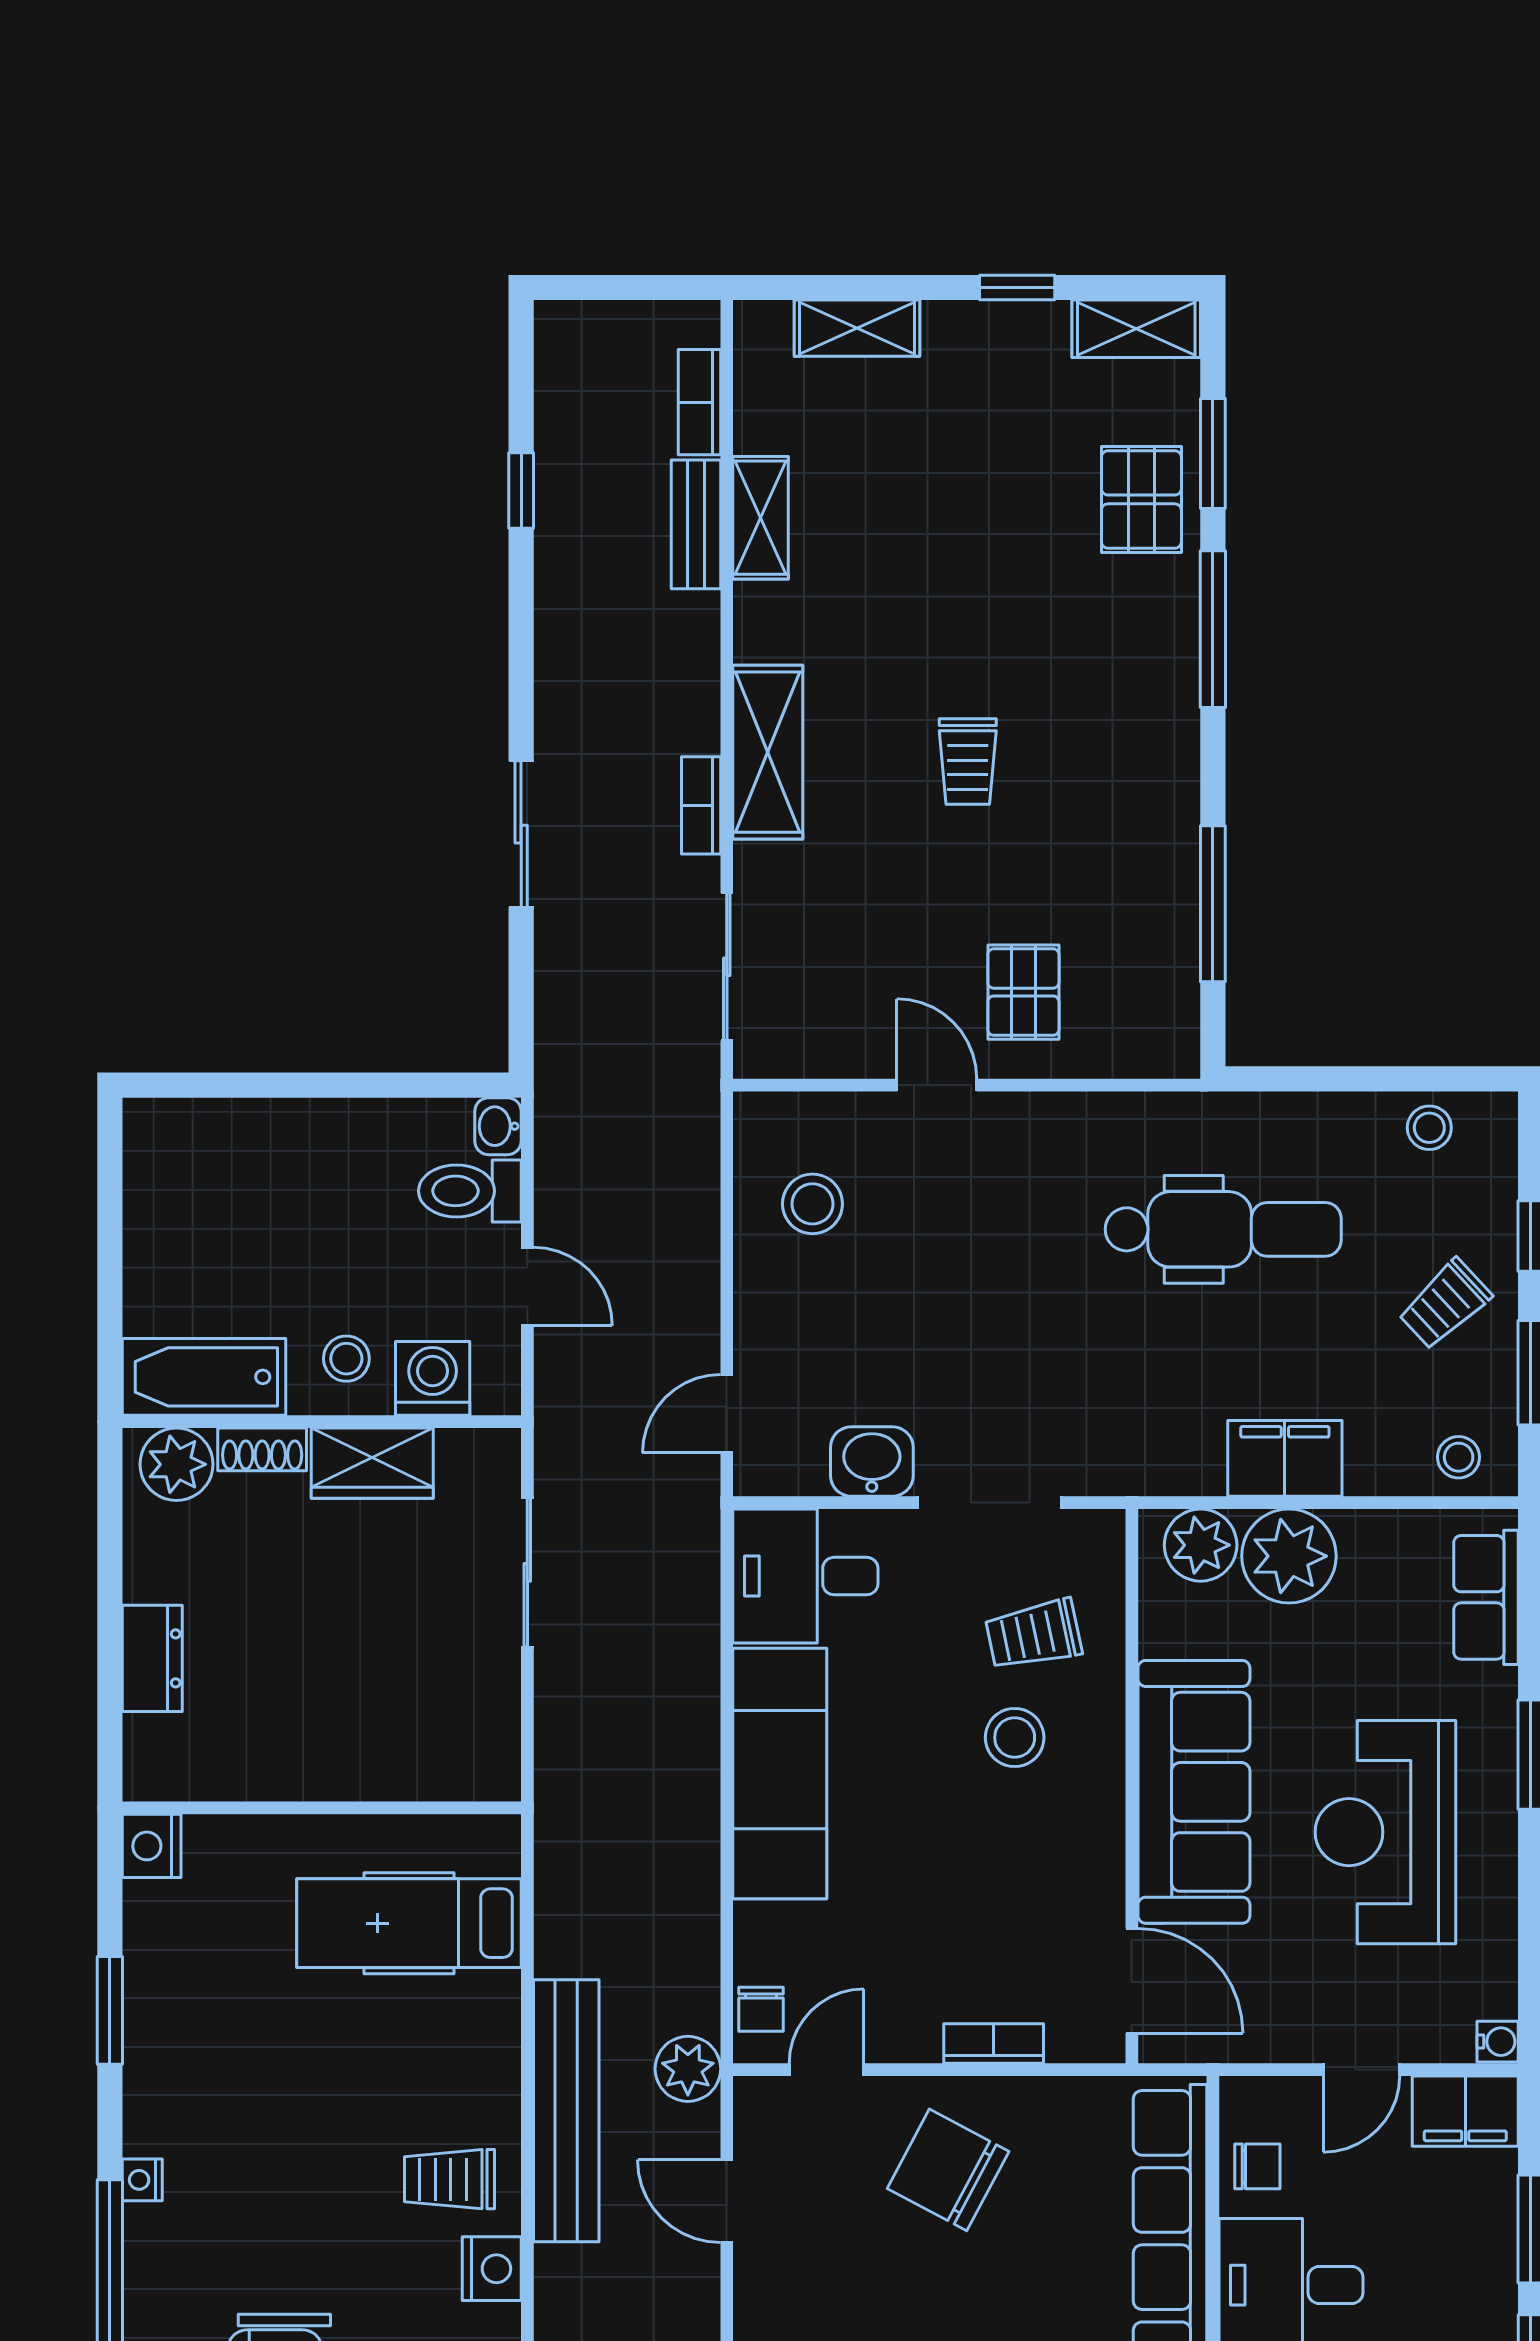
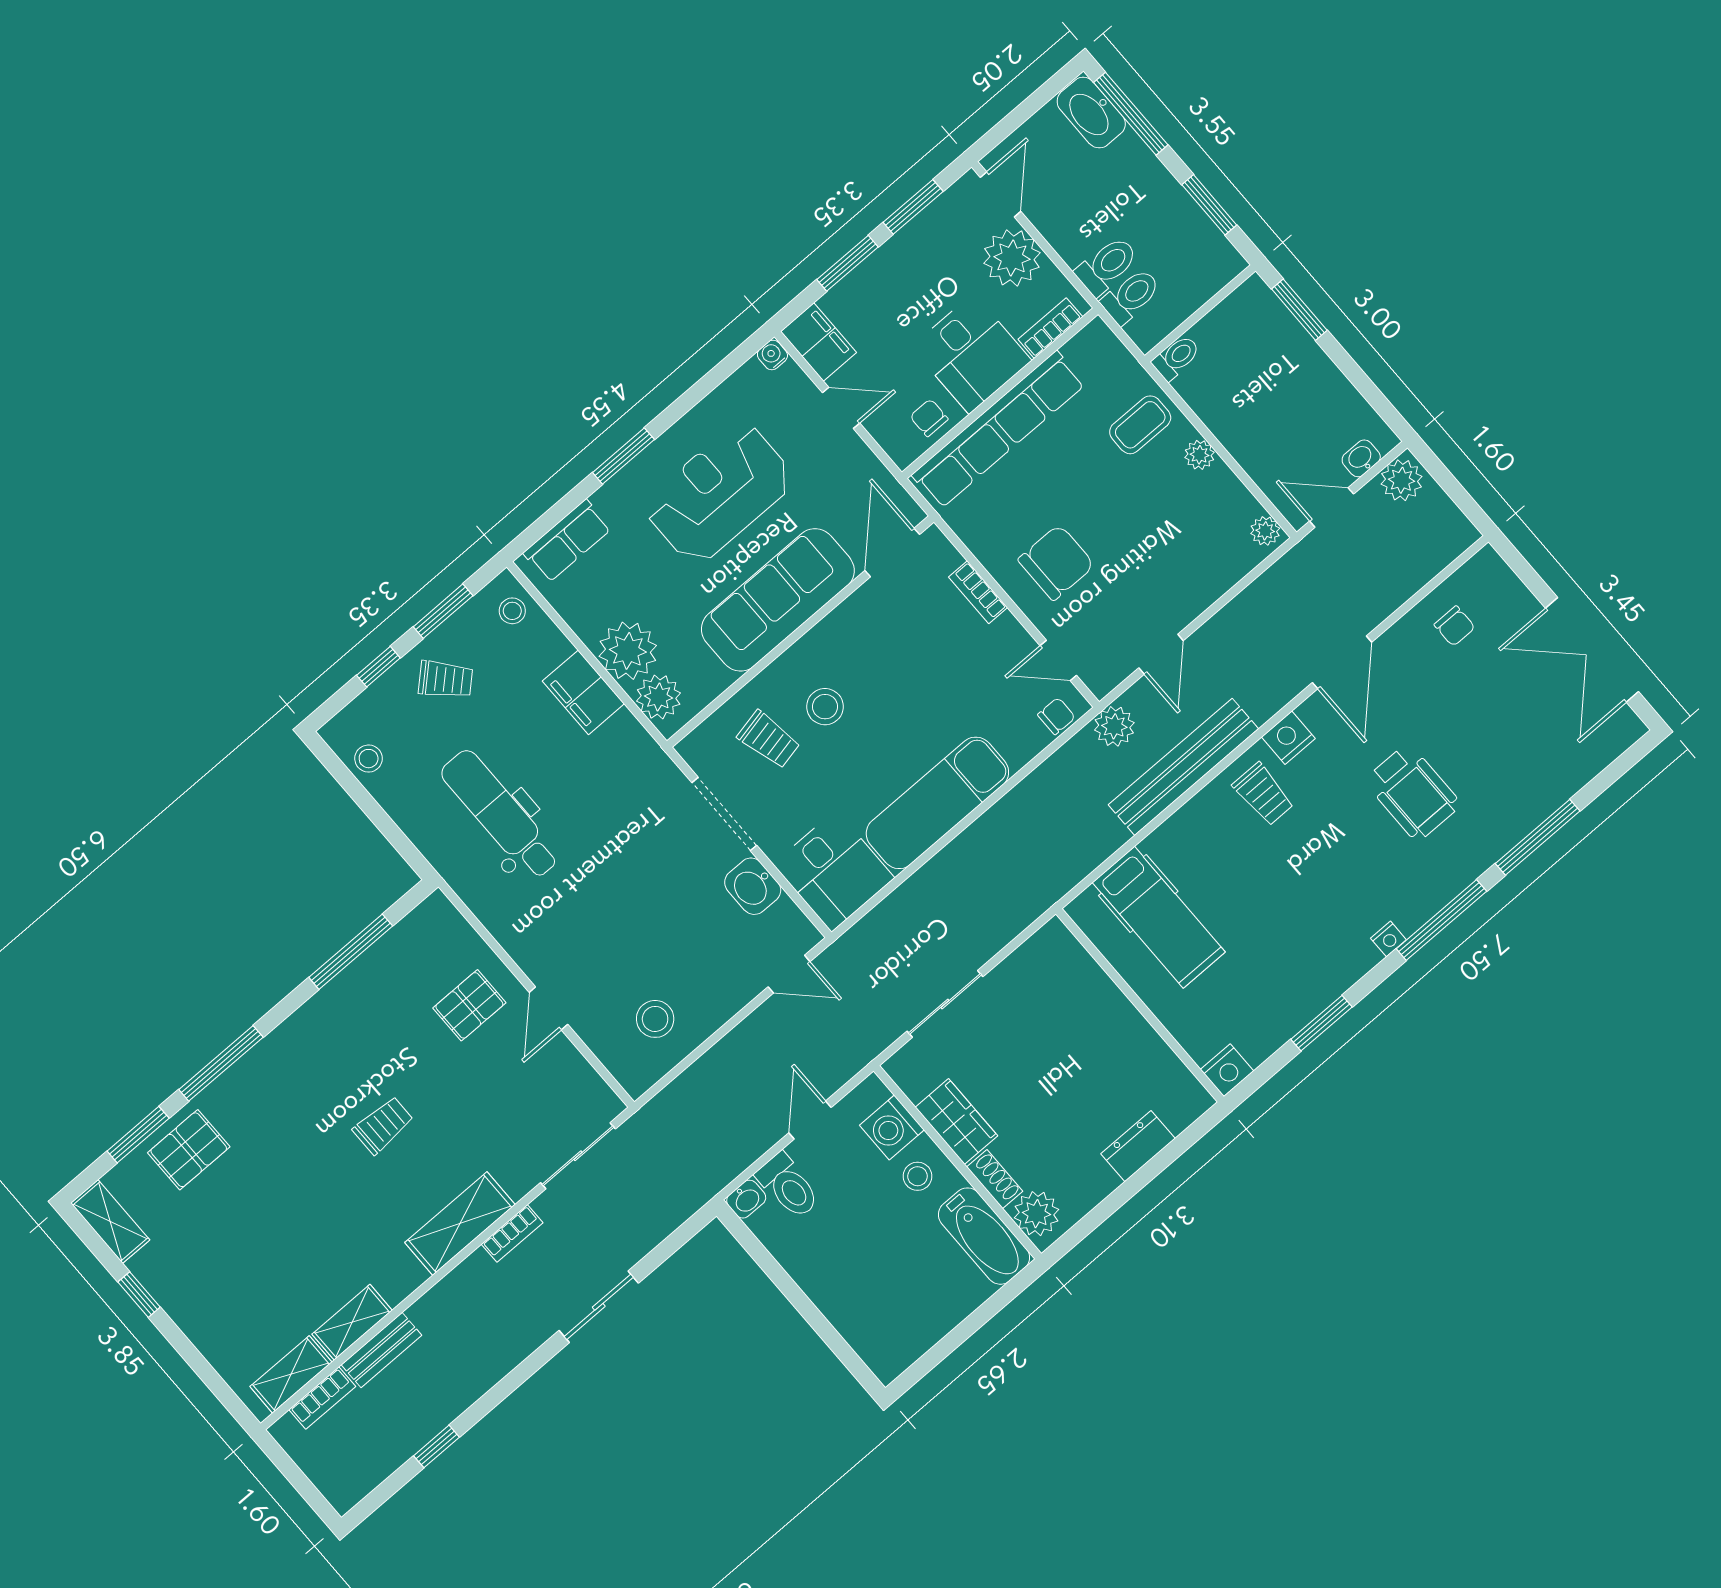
shelving: (857, 328) -> (291, 1374), moved, turned 90
reception desk: (1385, 1832) -> (719, 493), turned 180
chair: (948, 2170) -> (1056, 562), turned -118

